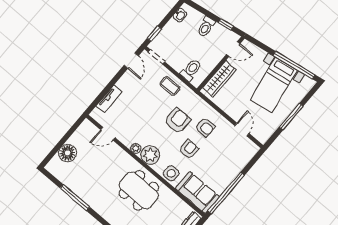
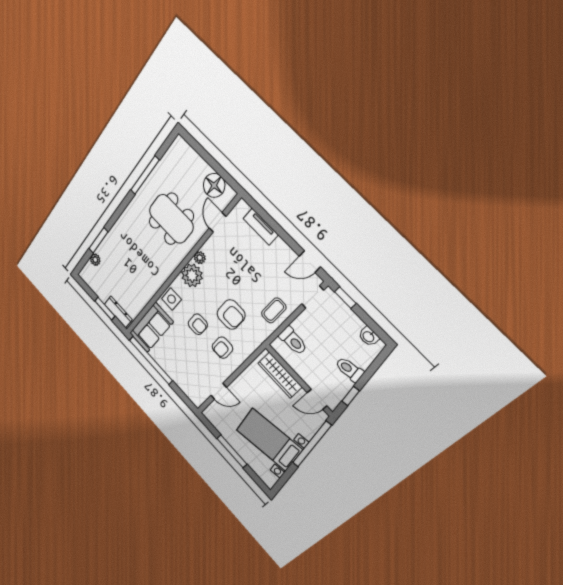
door: (233, 49) -> (317, 399), hinge flipped
window: (294, 65) -> (312, 444), moved
floor lamp: (68, 153) -> (214, 185), moved
dining table: (139, 190) -> (171, 219), moved, turned 90

